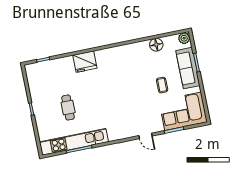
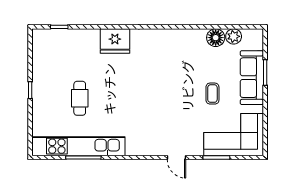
plant: (184, 38) -> (234, 36), moved

